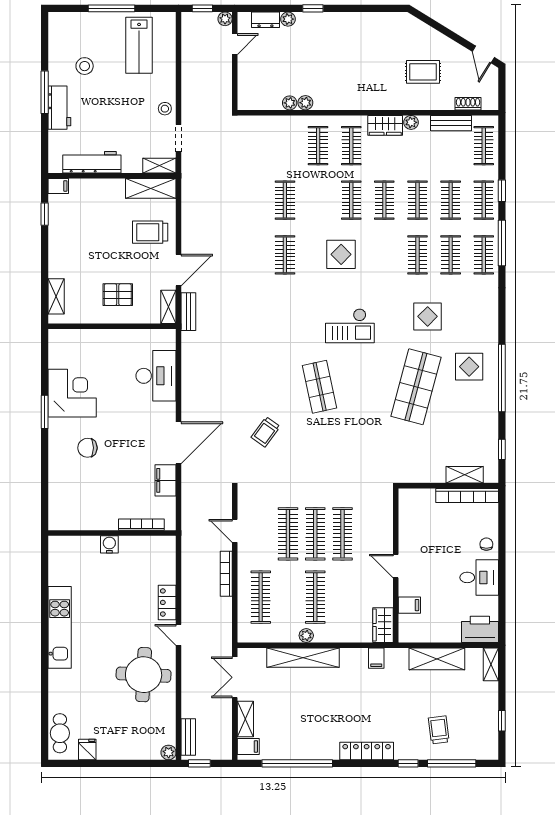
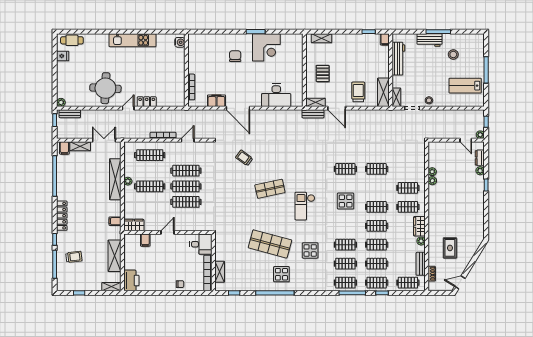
water cooler: (109, 544) -> (180, 42), moved
desk: (479, 577) -> (201, 244), moved, turned -90

